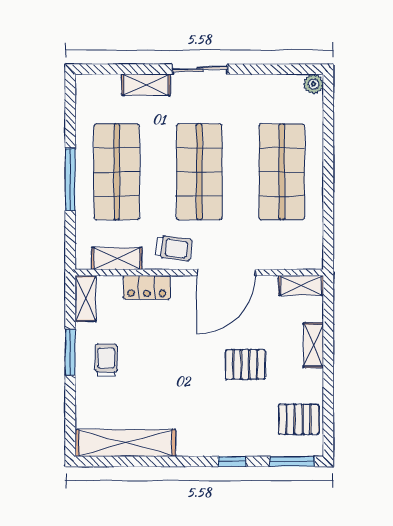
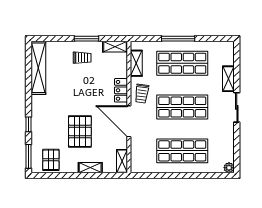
locker: (147, 287) -> (121, 90), moved
pallet: (245, 364) -> (80, 131), width x1.50, depth x1.42

